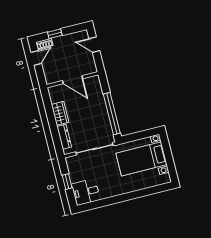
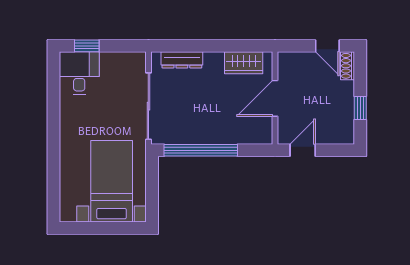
window: (55, 34) -> (360, 108), moved
door: (94, 45) -> (303, 150), moved
wardrobe: (60, 113) -> (244, 63), moved
window: (67, 182) -> (87, 46), moved

